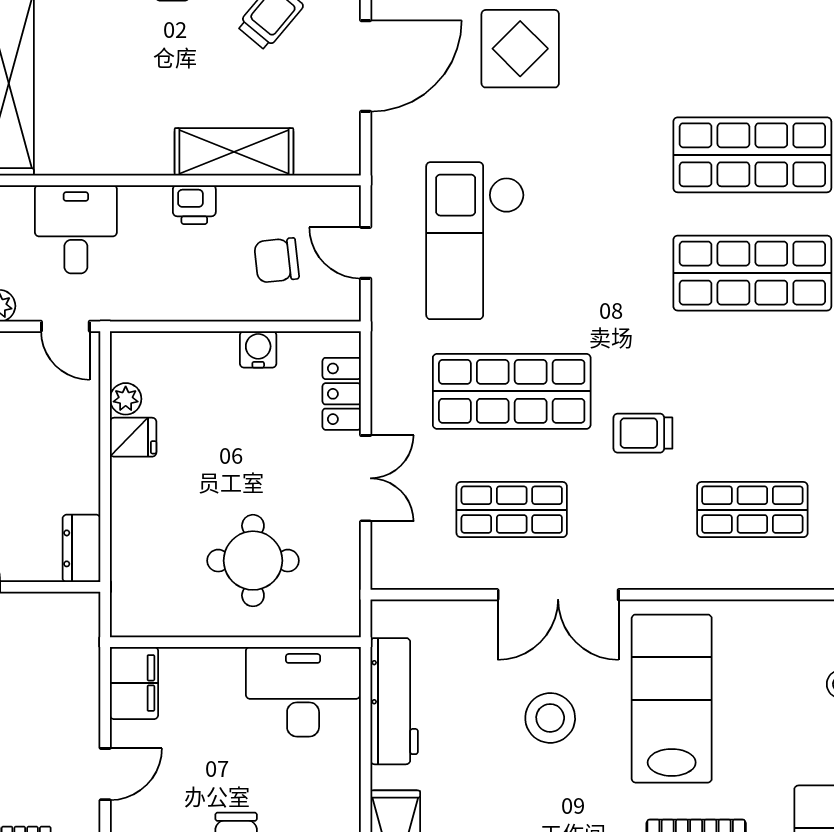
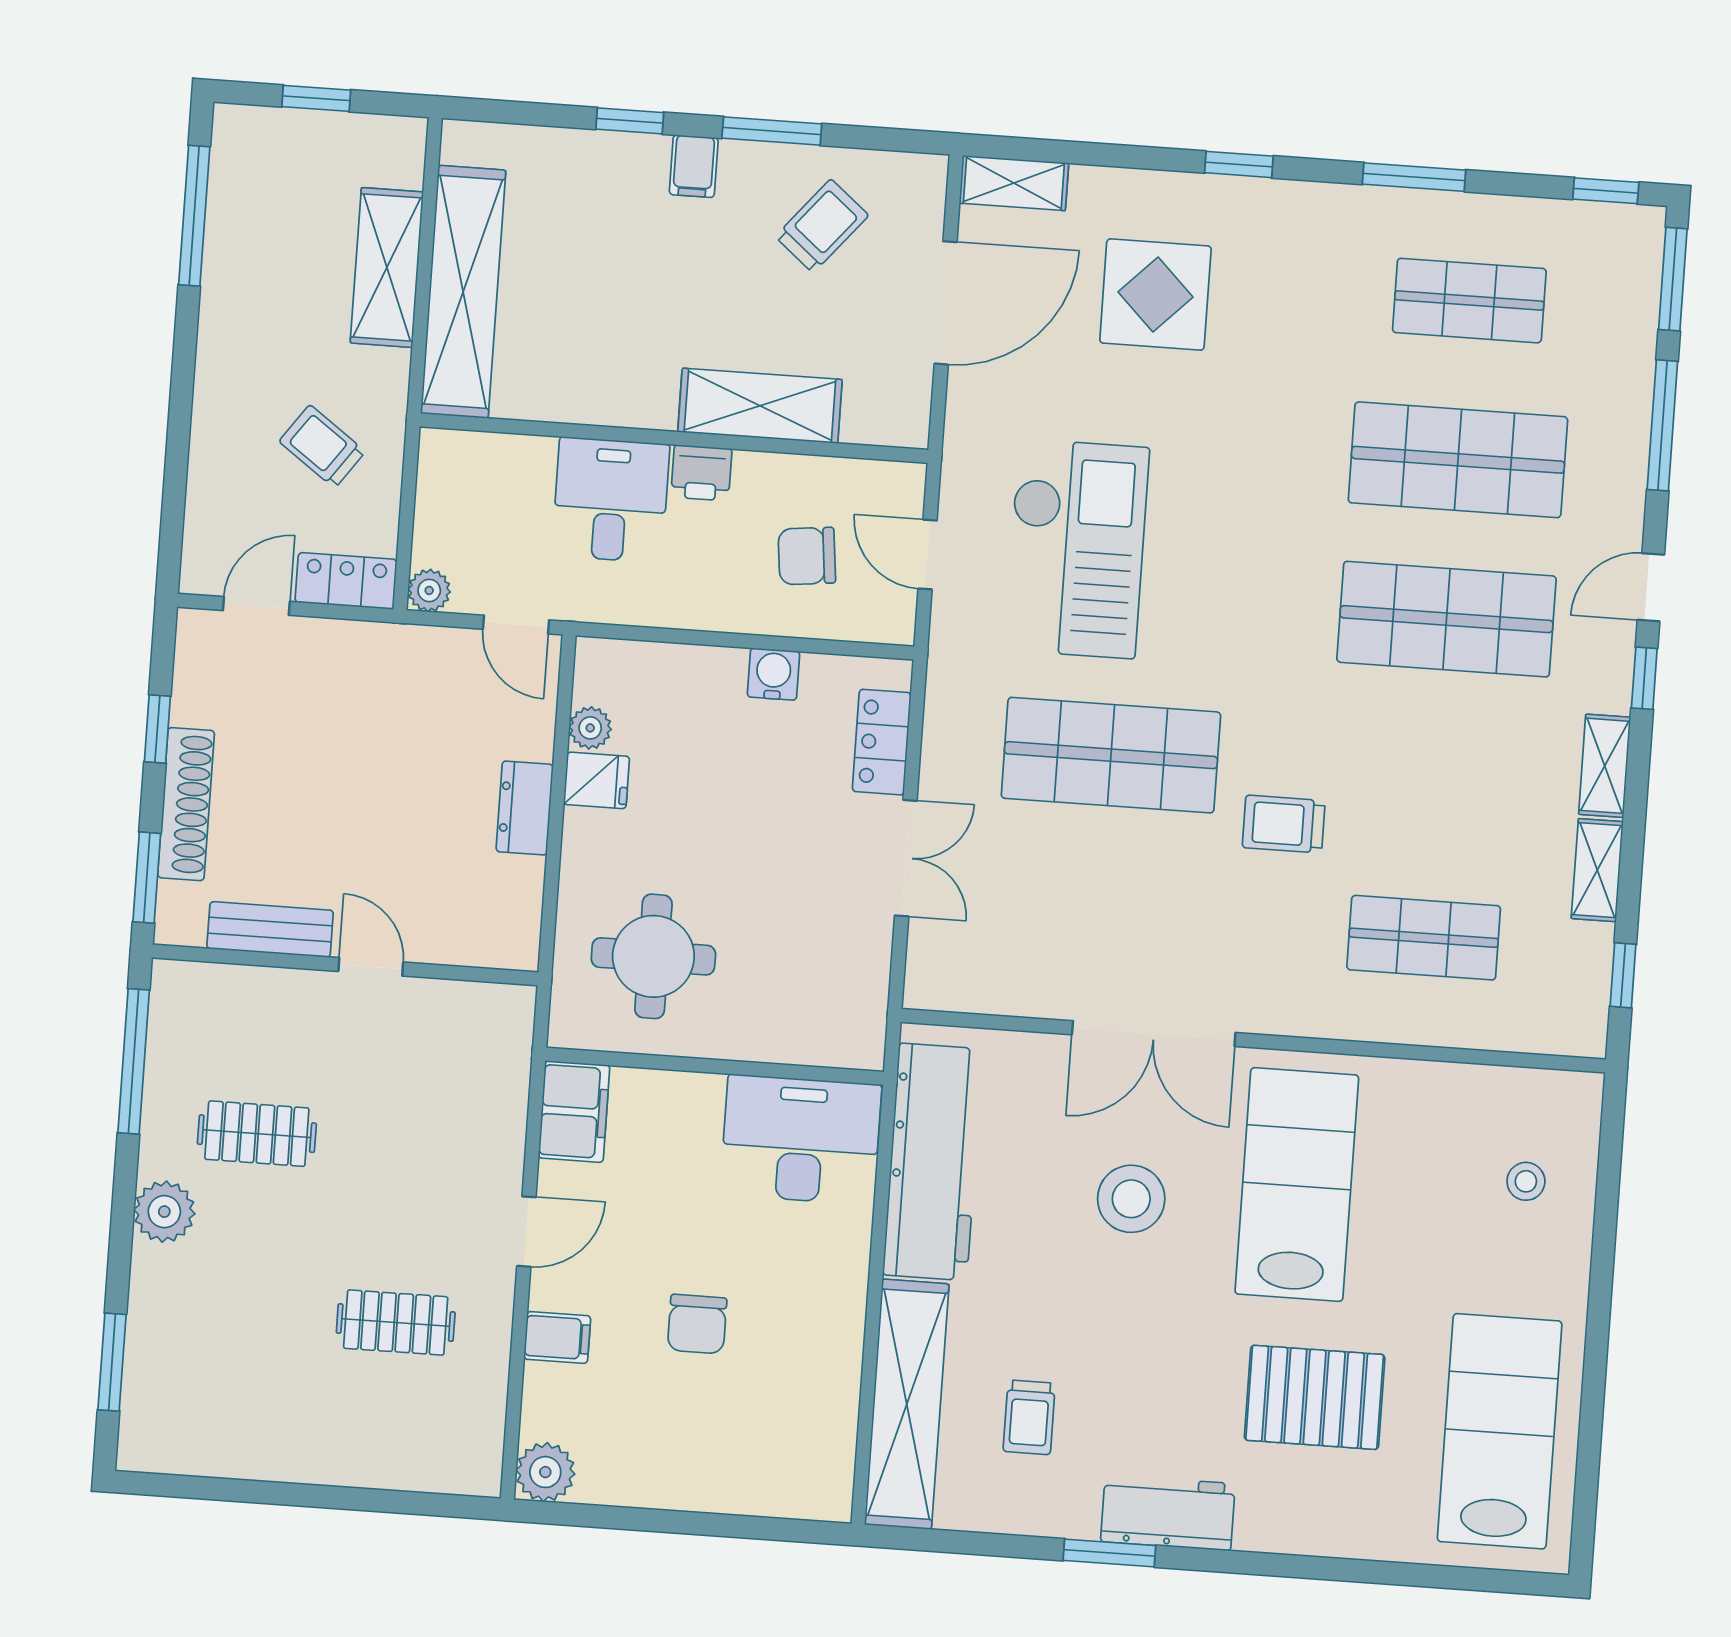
desk: (76, 229) -> (611, 500), moved
checkout: (475, 241) -> (1076, 549), turned 180
shop shelf: (512, 510) -> (1469, 301), moved
dresser: (81, 548) -> (525, 808), moved
round table: (253, 561) -> (653, 956), moved
workbench: (394, 701) -> (933, 1162), width x1.36, depth x1.32

